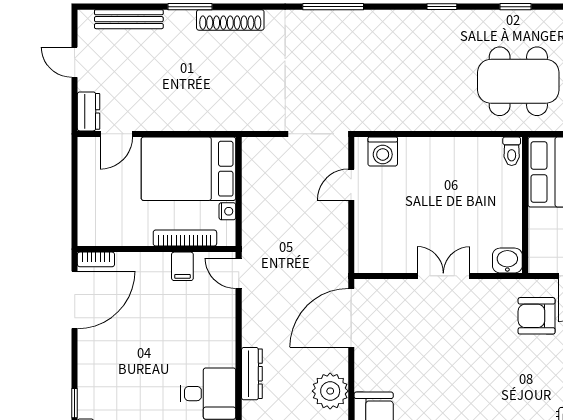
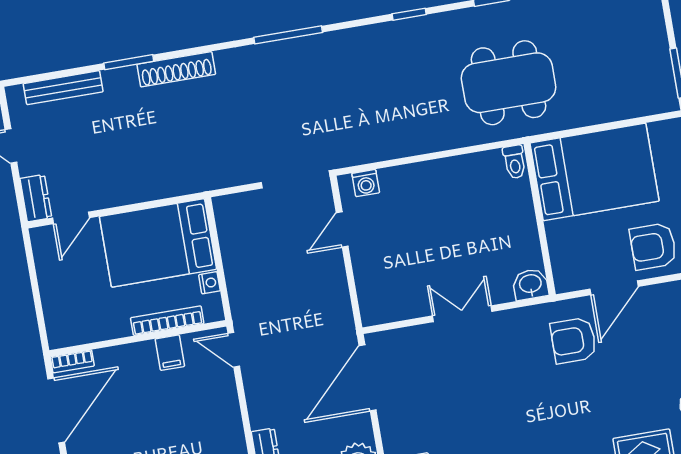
washing machine: (383, 152) -> (366, 183), width x0.73, depth x0.73

